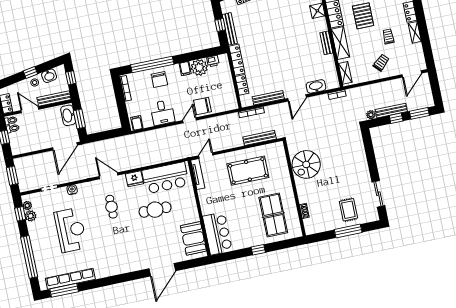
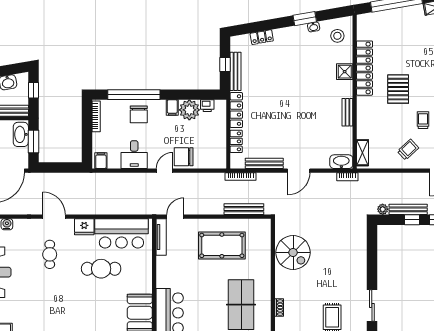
shelving: (340, 43) -> (364, 116), removed
washbasin: (316, 86) -> (341, 162), moved
spiral stairs: (306, 164) -> (293, 253), turned -90

